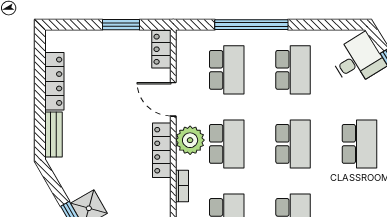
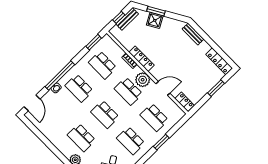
window: (121, 25) -> (216, 88), moved
window: (251, 25) -> (161, 142), width x0.47
locker: (54, 81) -> (219, 61), moved
locker: (162, 150) -> (142, 59), moved

